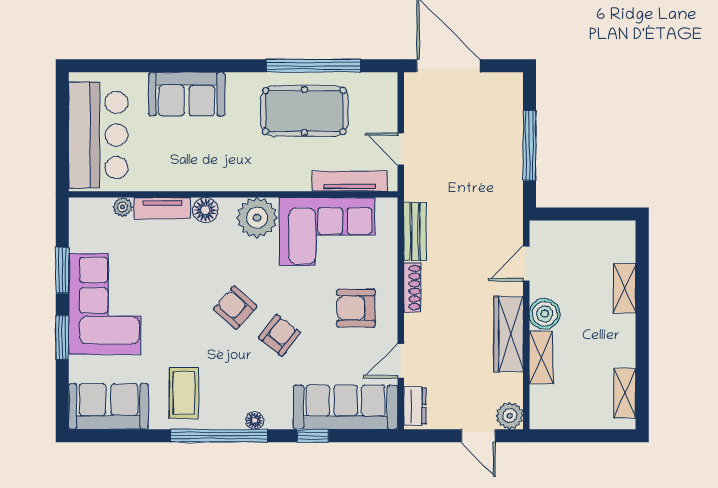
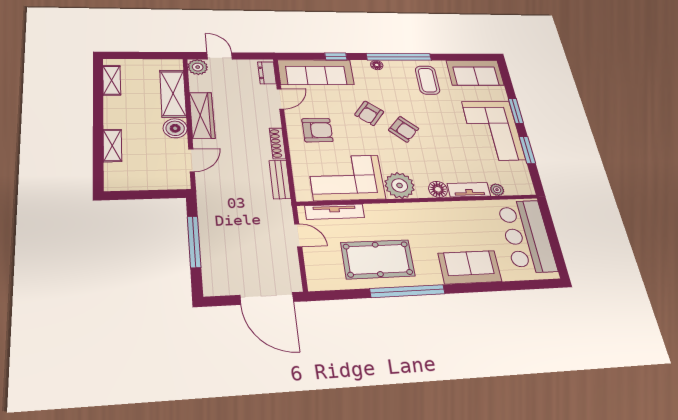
window: (314, 66) -> (407, 291), moved
shelving: (541, 358) -> (173, 93), width x1.50, depth x1.33

